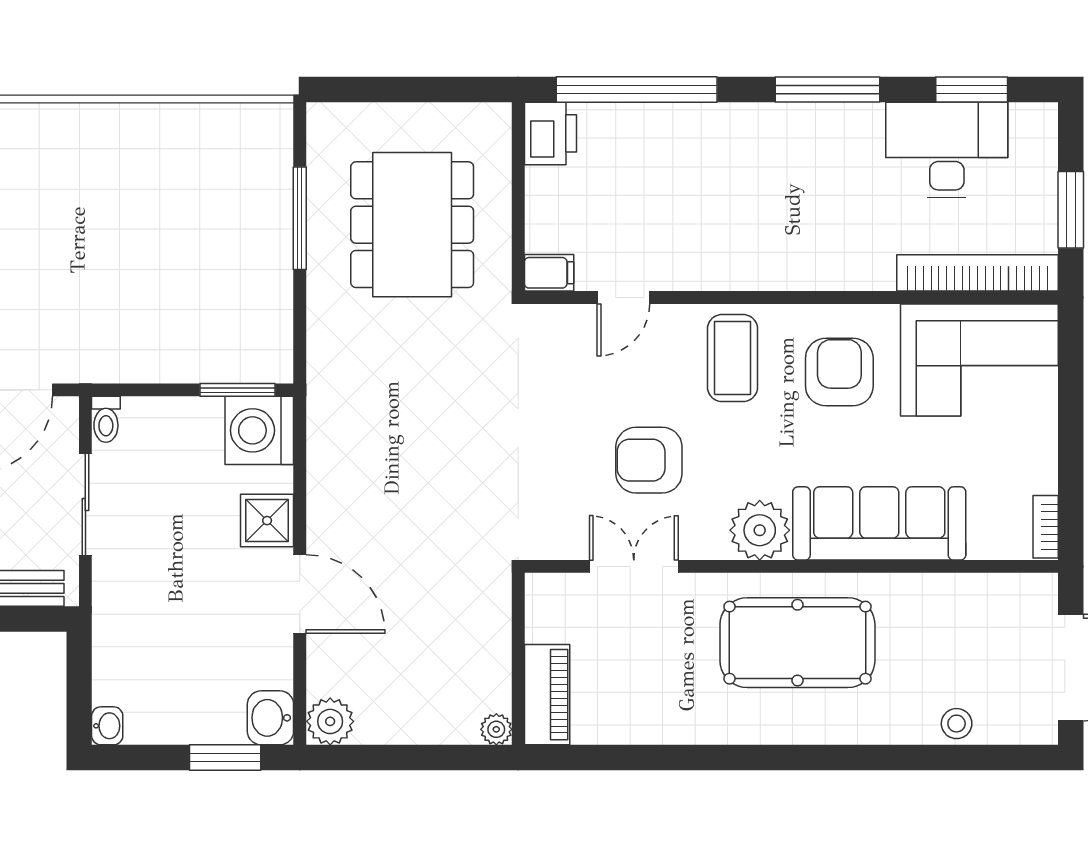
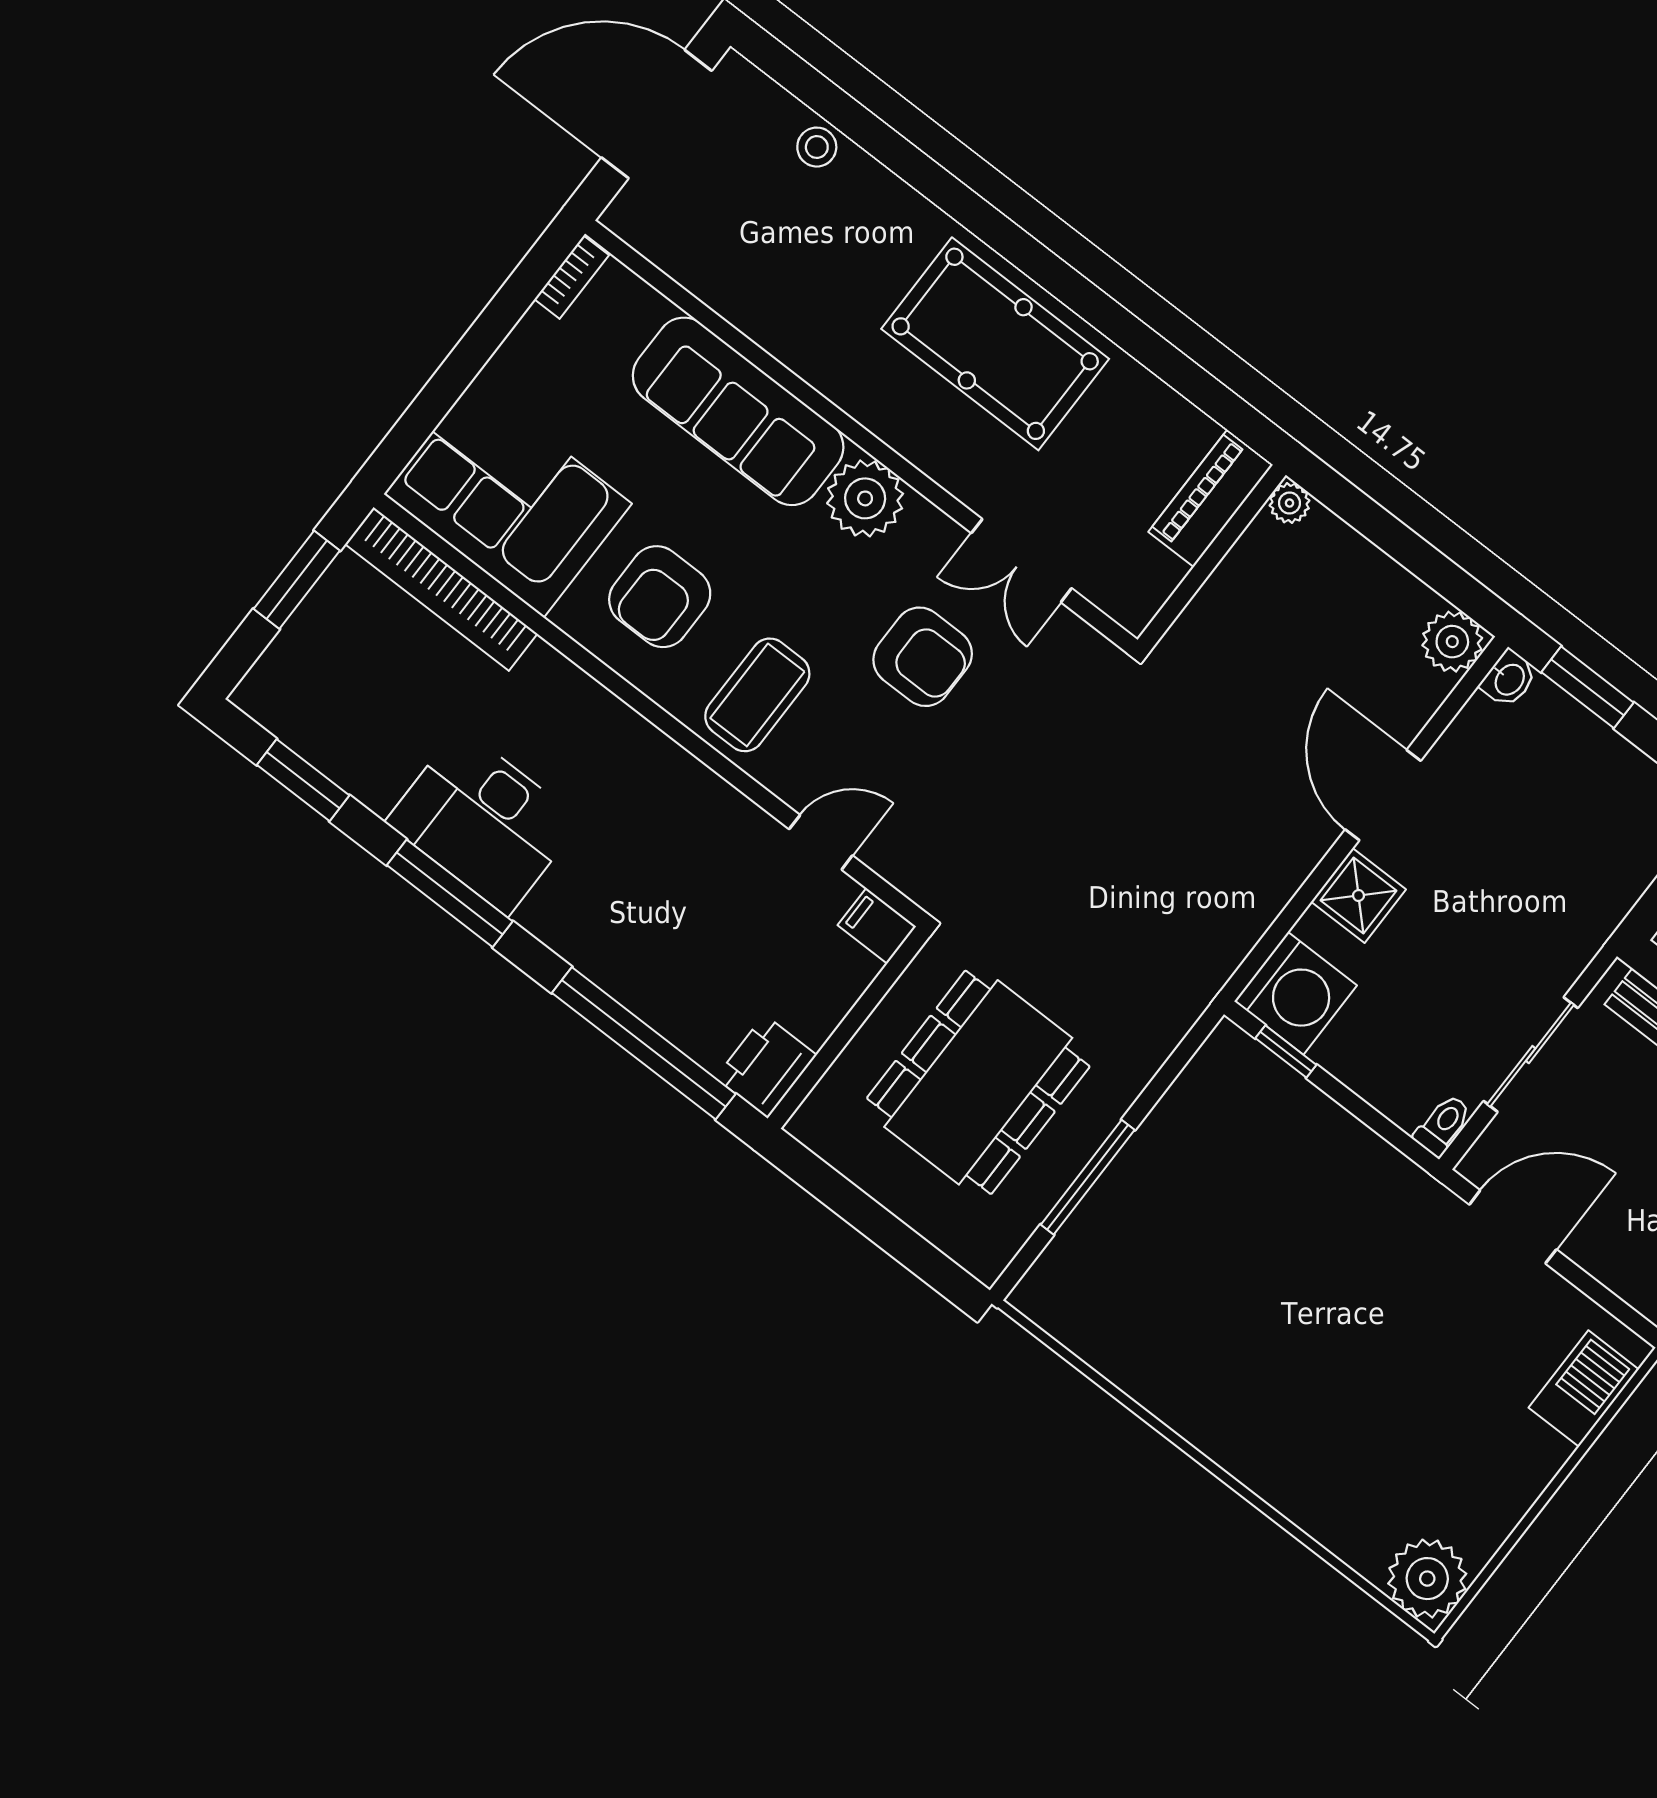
desk: (947, 150) -> (483, 821), moved
window: (238, 390) -> (1286, 1052), width x0.67
pool table: (797, 643) -> (995, 344), moved
washbasin: (270, 718) -> (1509, 679), width x0.72, depth x0.69

